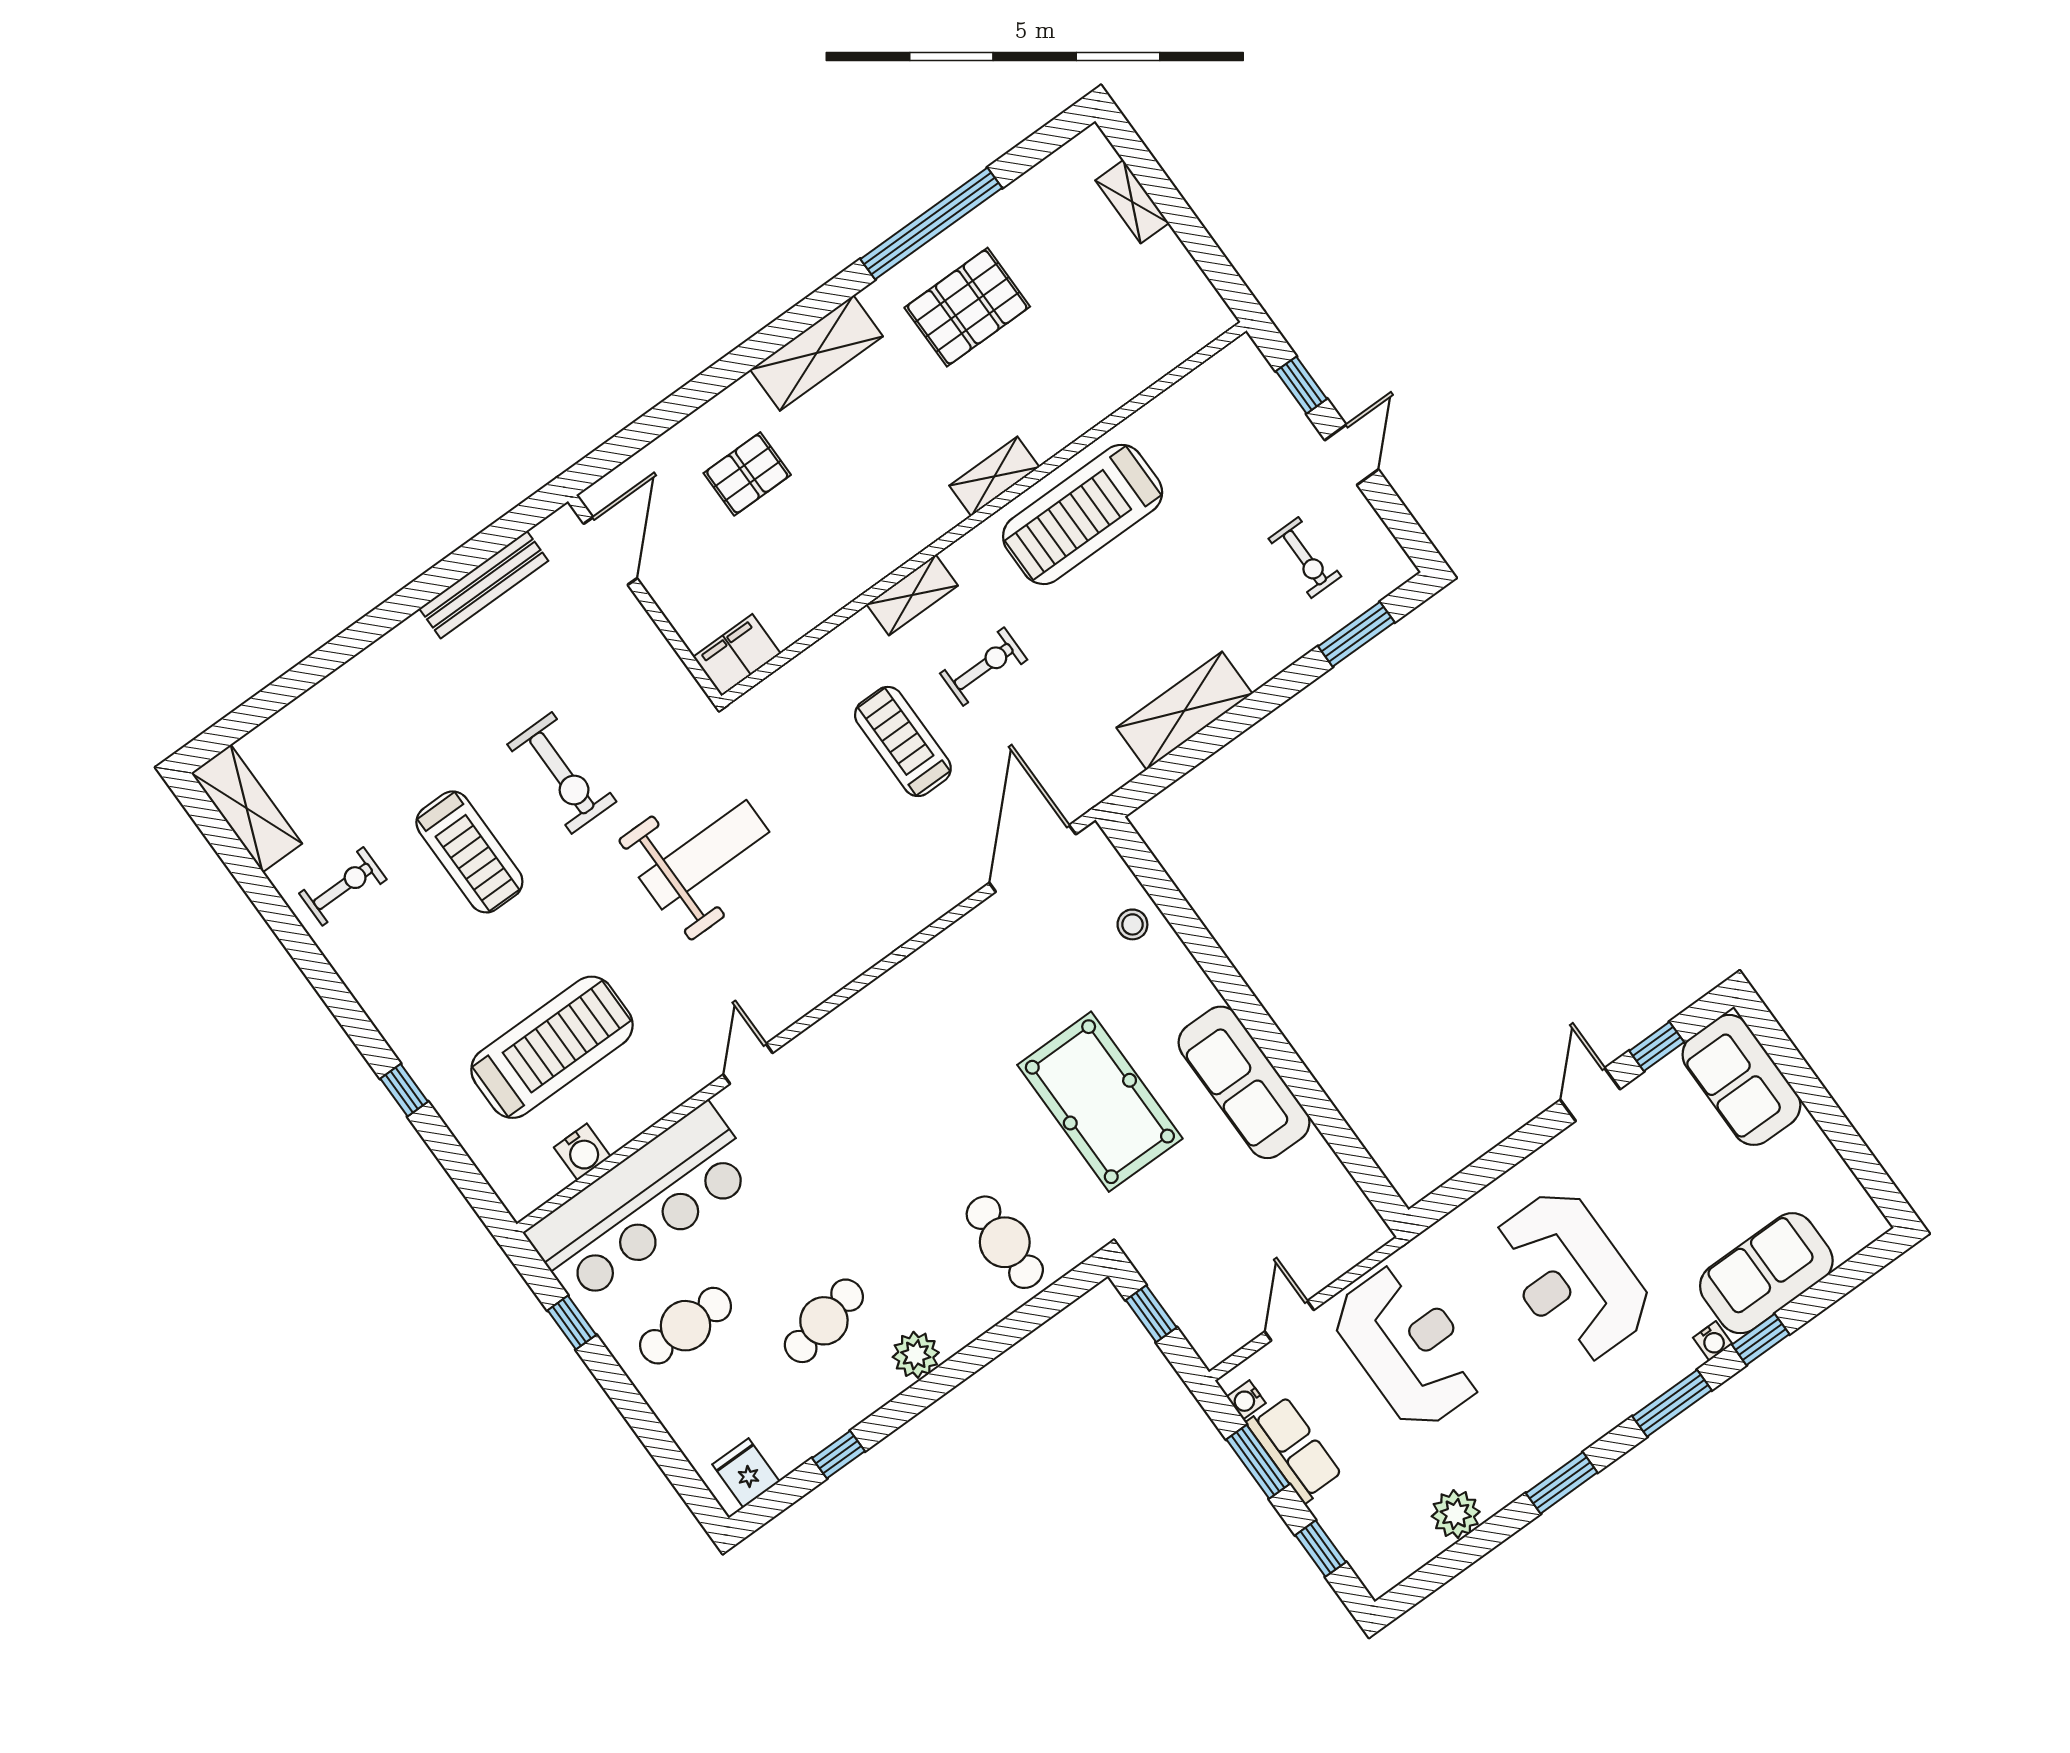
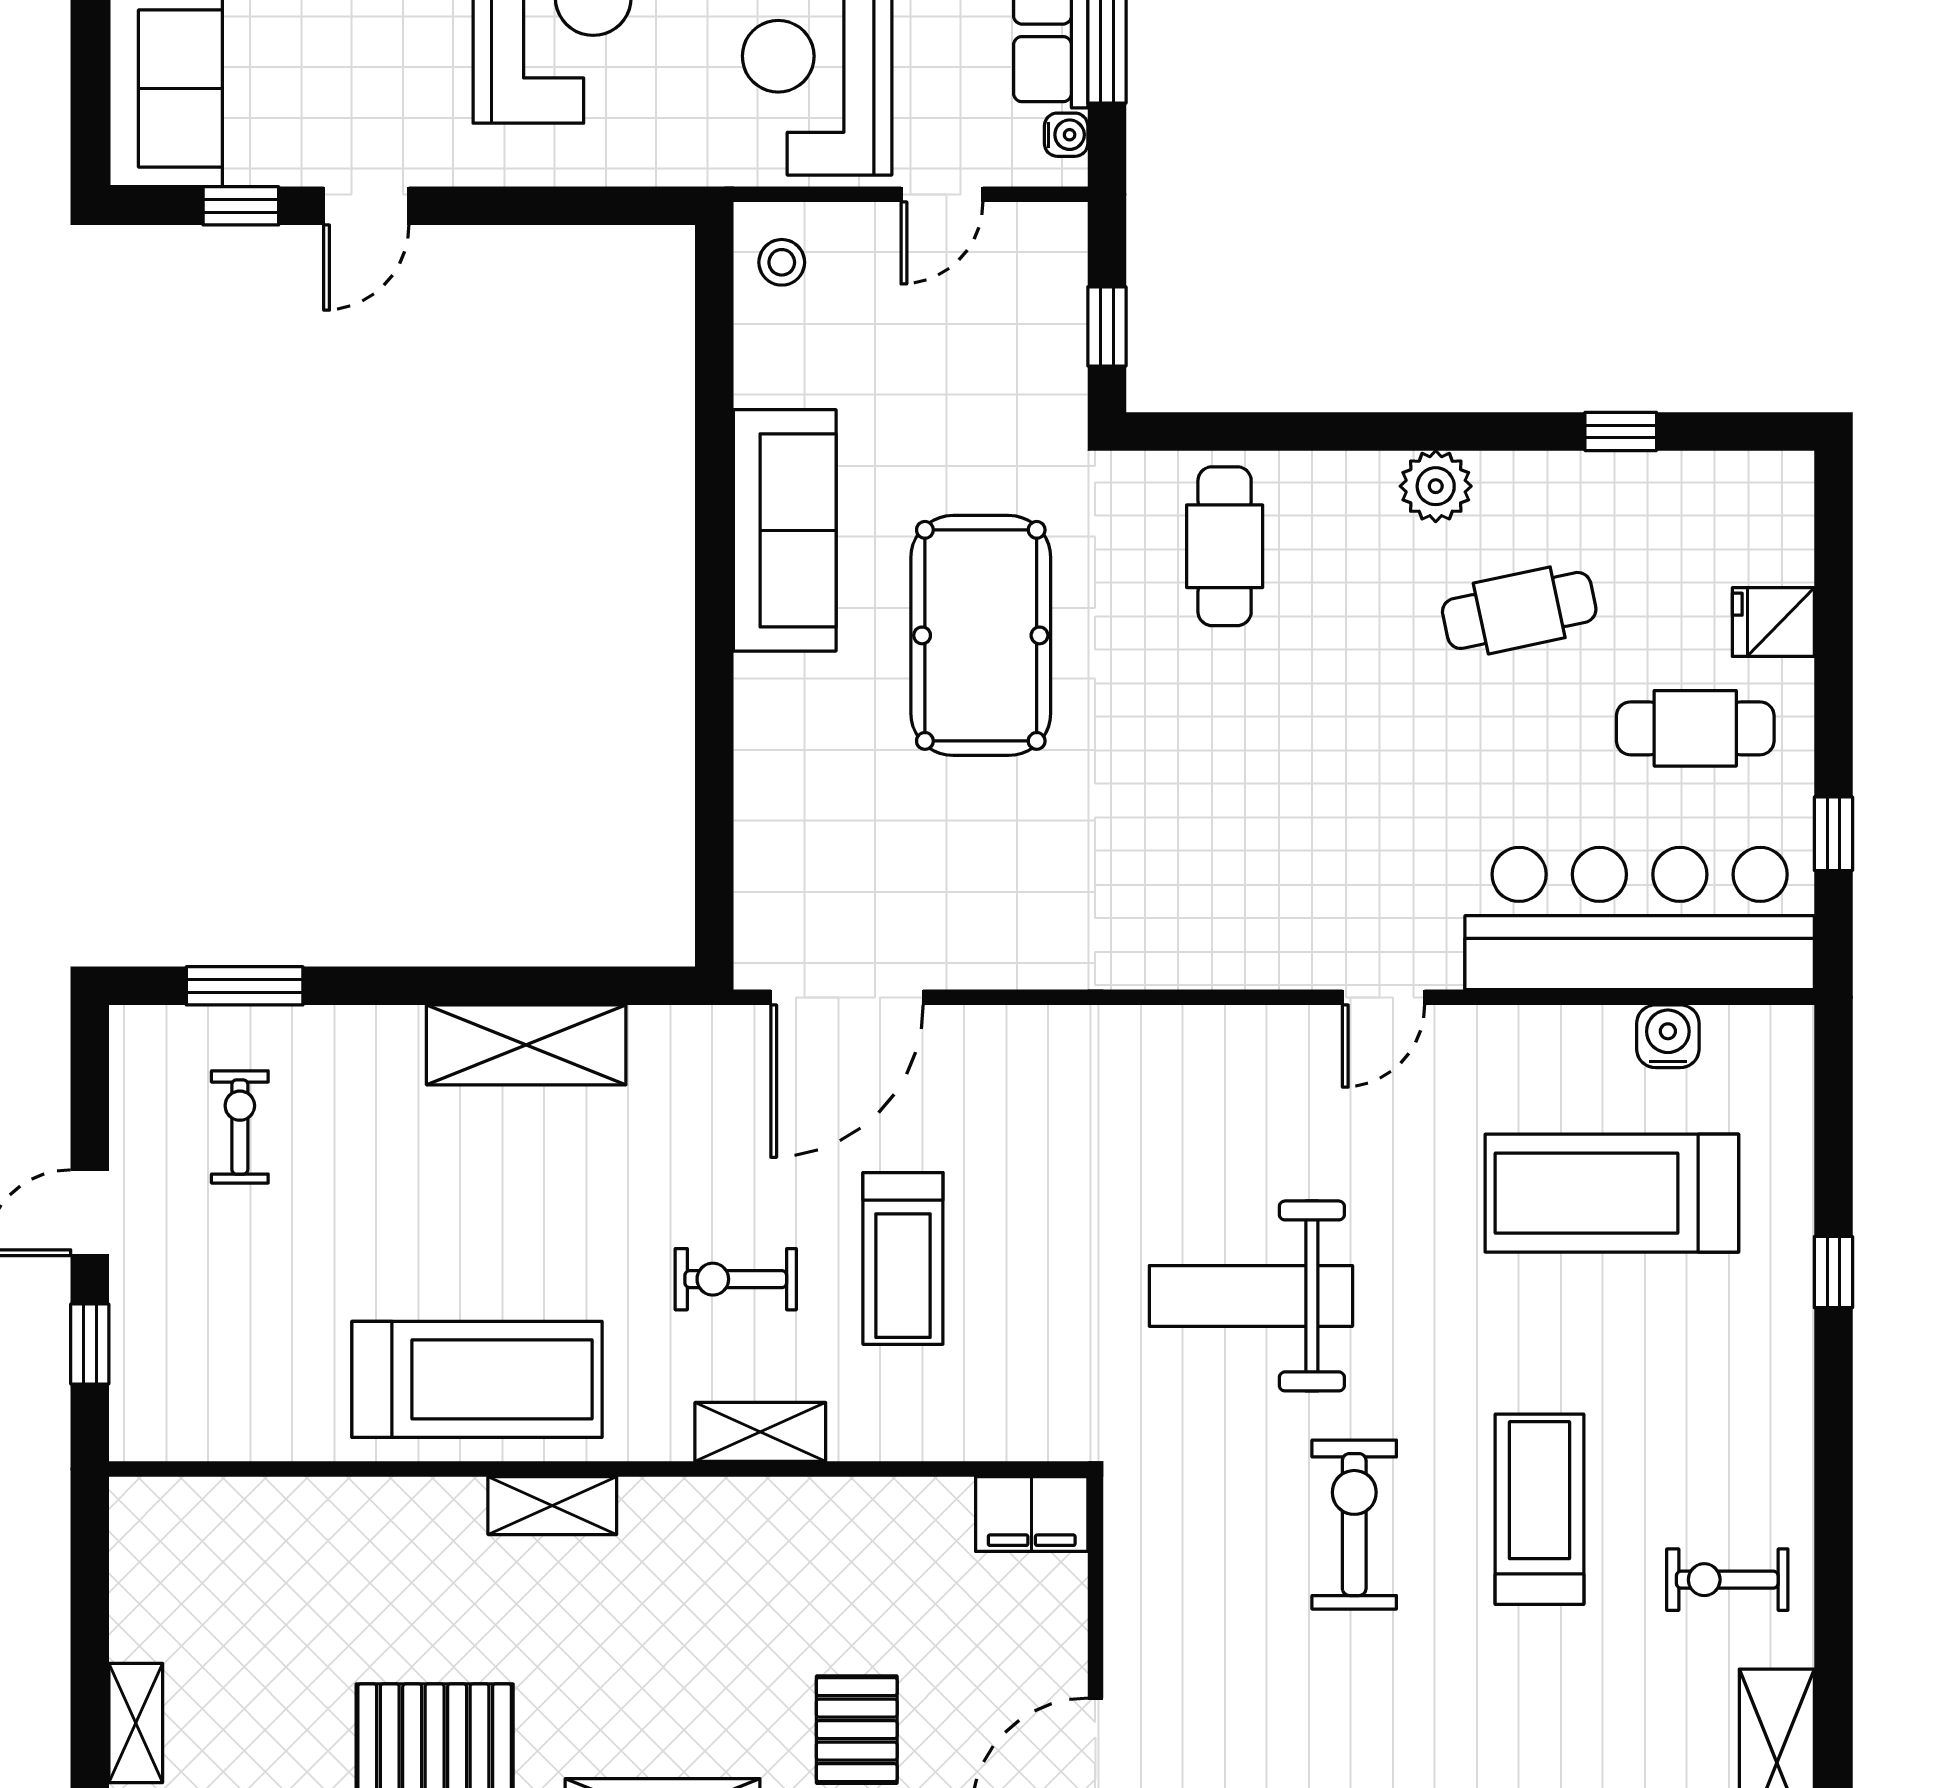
pallet: (747, 474) -> (857, 1730), turned 90
stool: (1132, 924) -> (782, 262), moved
fridge: (746, 1473) -> (1773, 622), moved, turned 90

